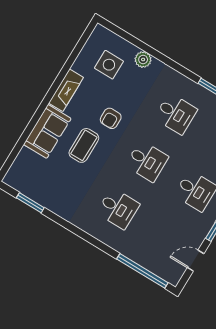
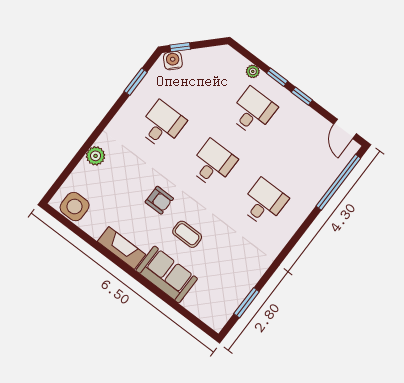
side table: (109, 65) -> (75, 207), moved
coffee table: (84, 145) -> (187, 234), width x0.73, depth x0.77
door: (196, 261) -> (345, 129), moved

